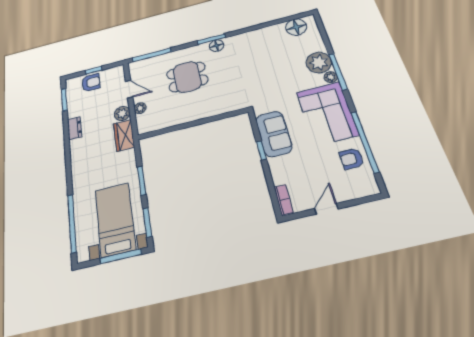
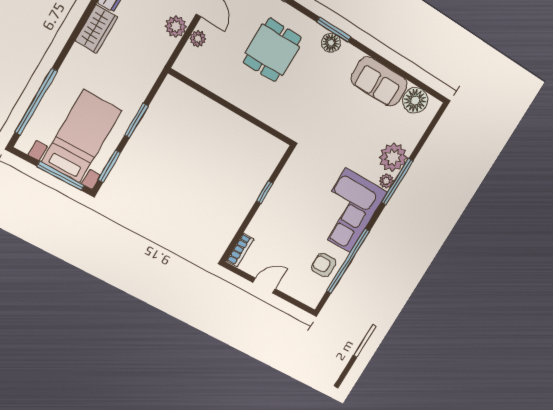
dining table: (187, 77) -> (272, 50), turned 90
sofa: (274, 134) -> (379, 82), moved, turned 90
wardrobe: (124, 135) -> (97, 29), moved, turned 180

